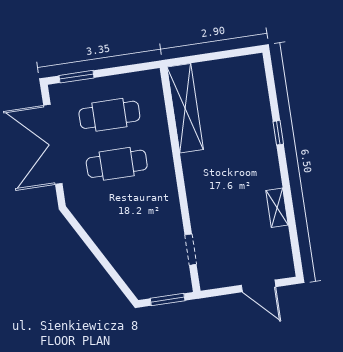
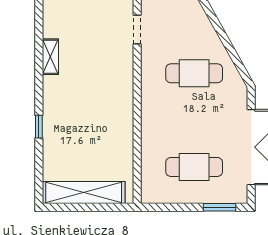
shelving: (185, 108) -> (84, 193), moved, turned 90
cafe table: (117, 164) -> (194, 73), moved

